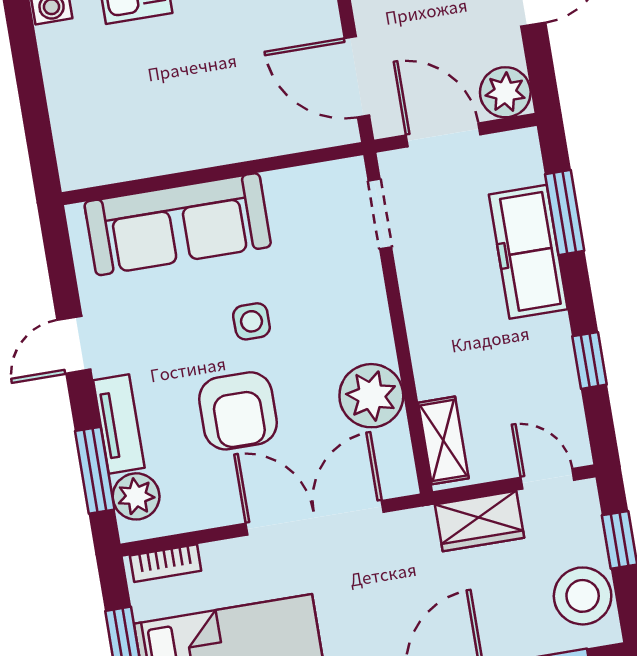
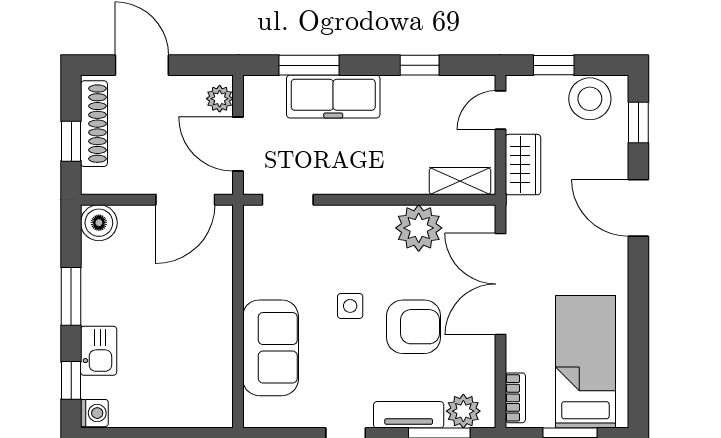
plant: (505, 92) -> (220, 99), width x0.73, depth x0.73
door: (443, 135) -> (238, 144), hinge flipped
sofa: (178, 224) -> (271, 348), width x0.73

